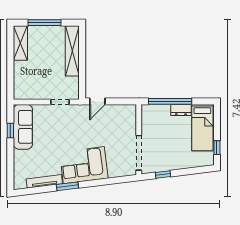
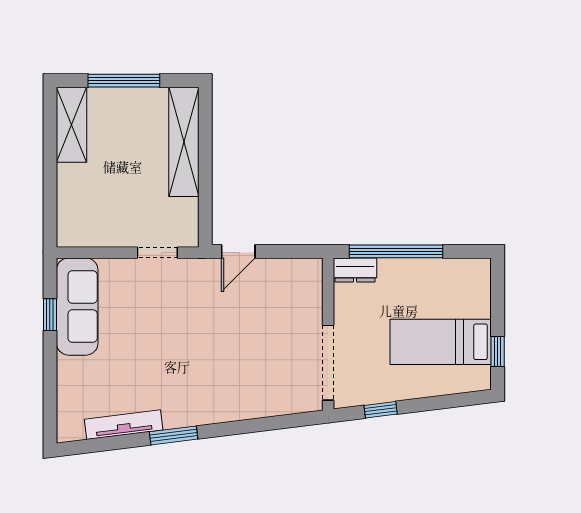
dresser: (181, 110) -> (355, 270), moved
bed: (202, 128) -> (441, 342), moved, turned 90
corner sofa: (84, 165) -> (209, 390), removed

